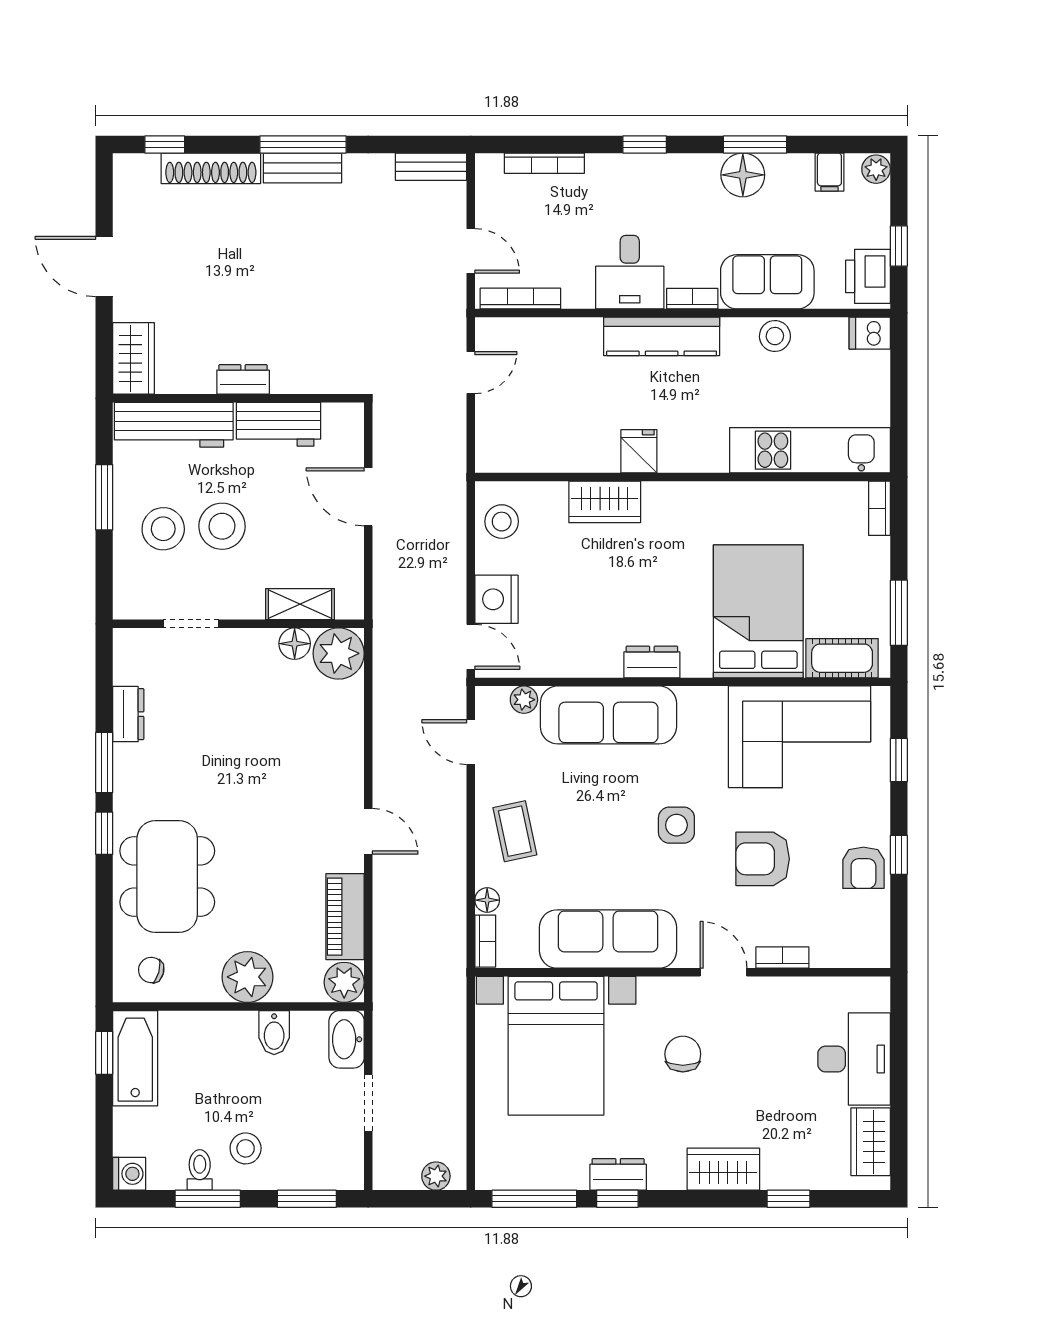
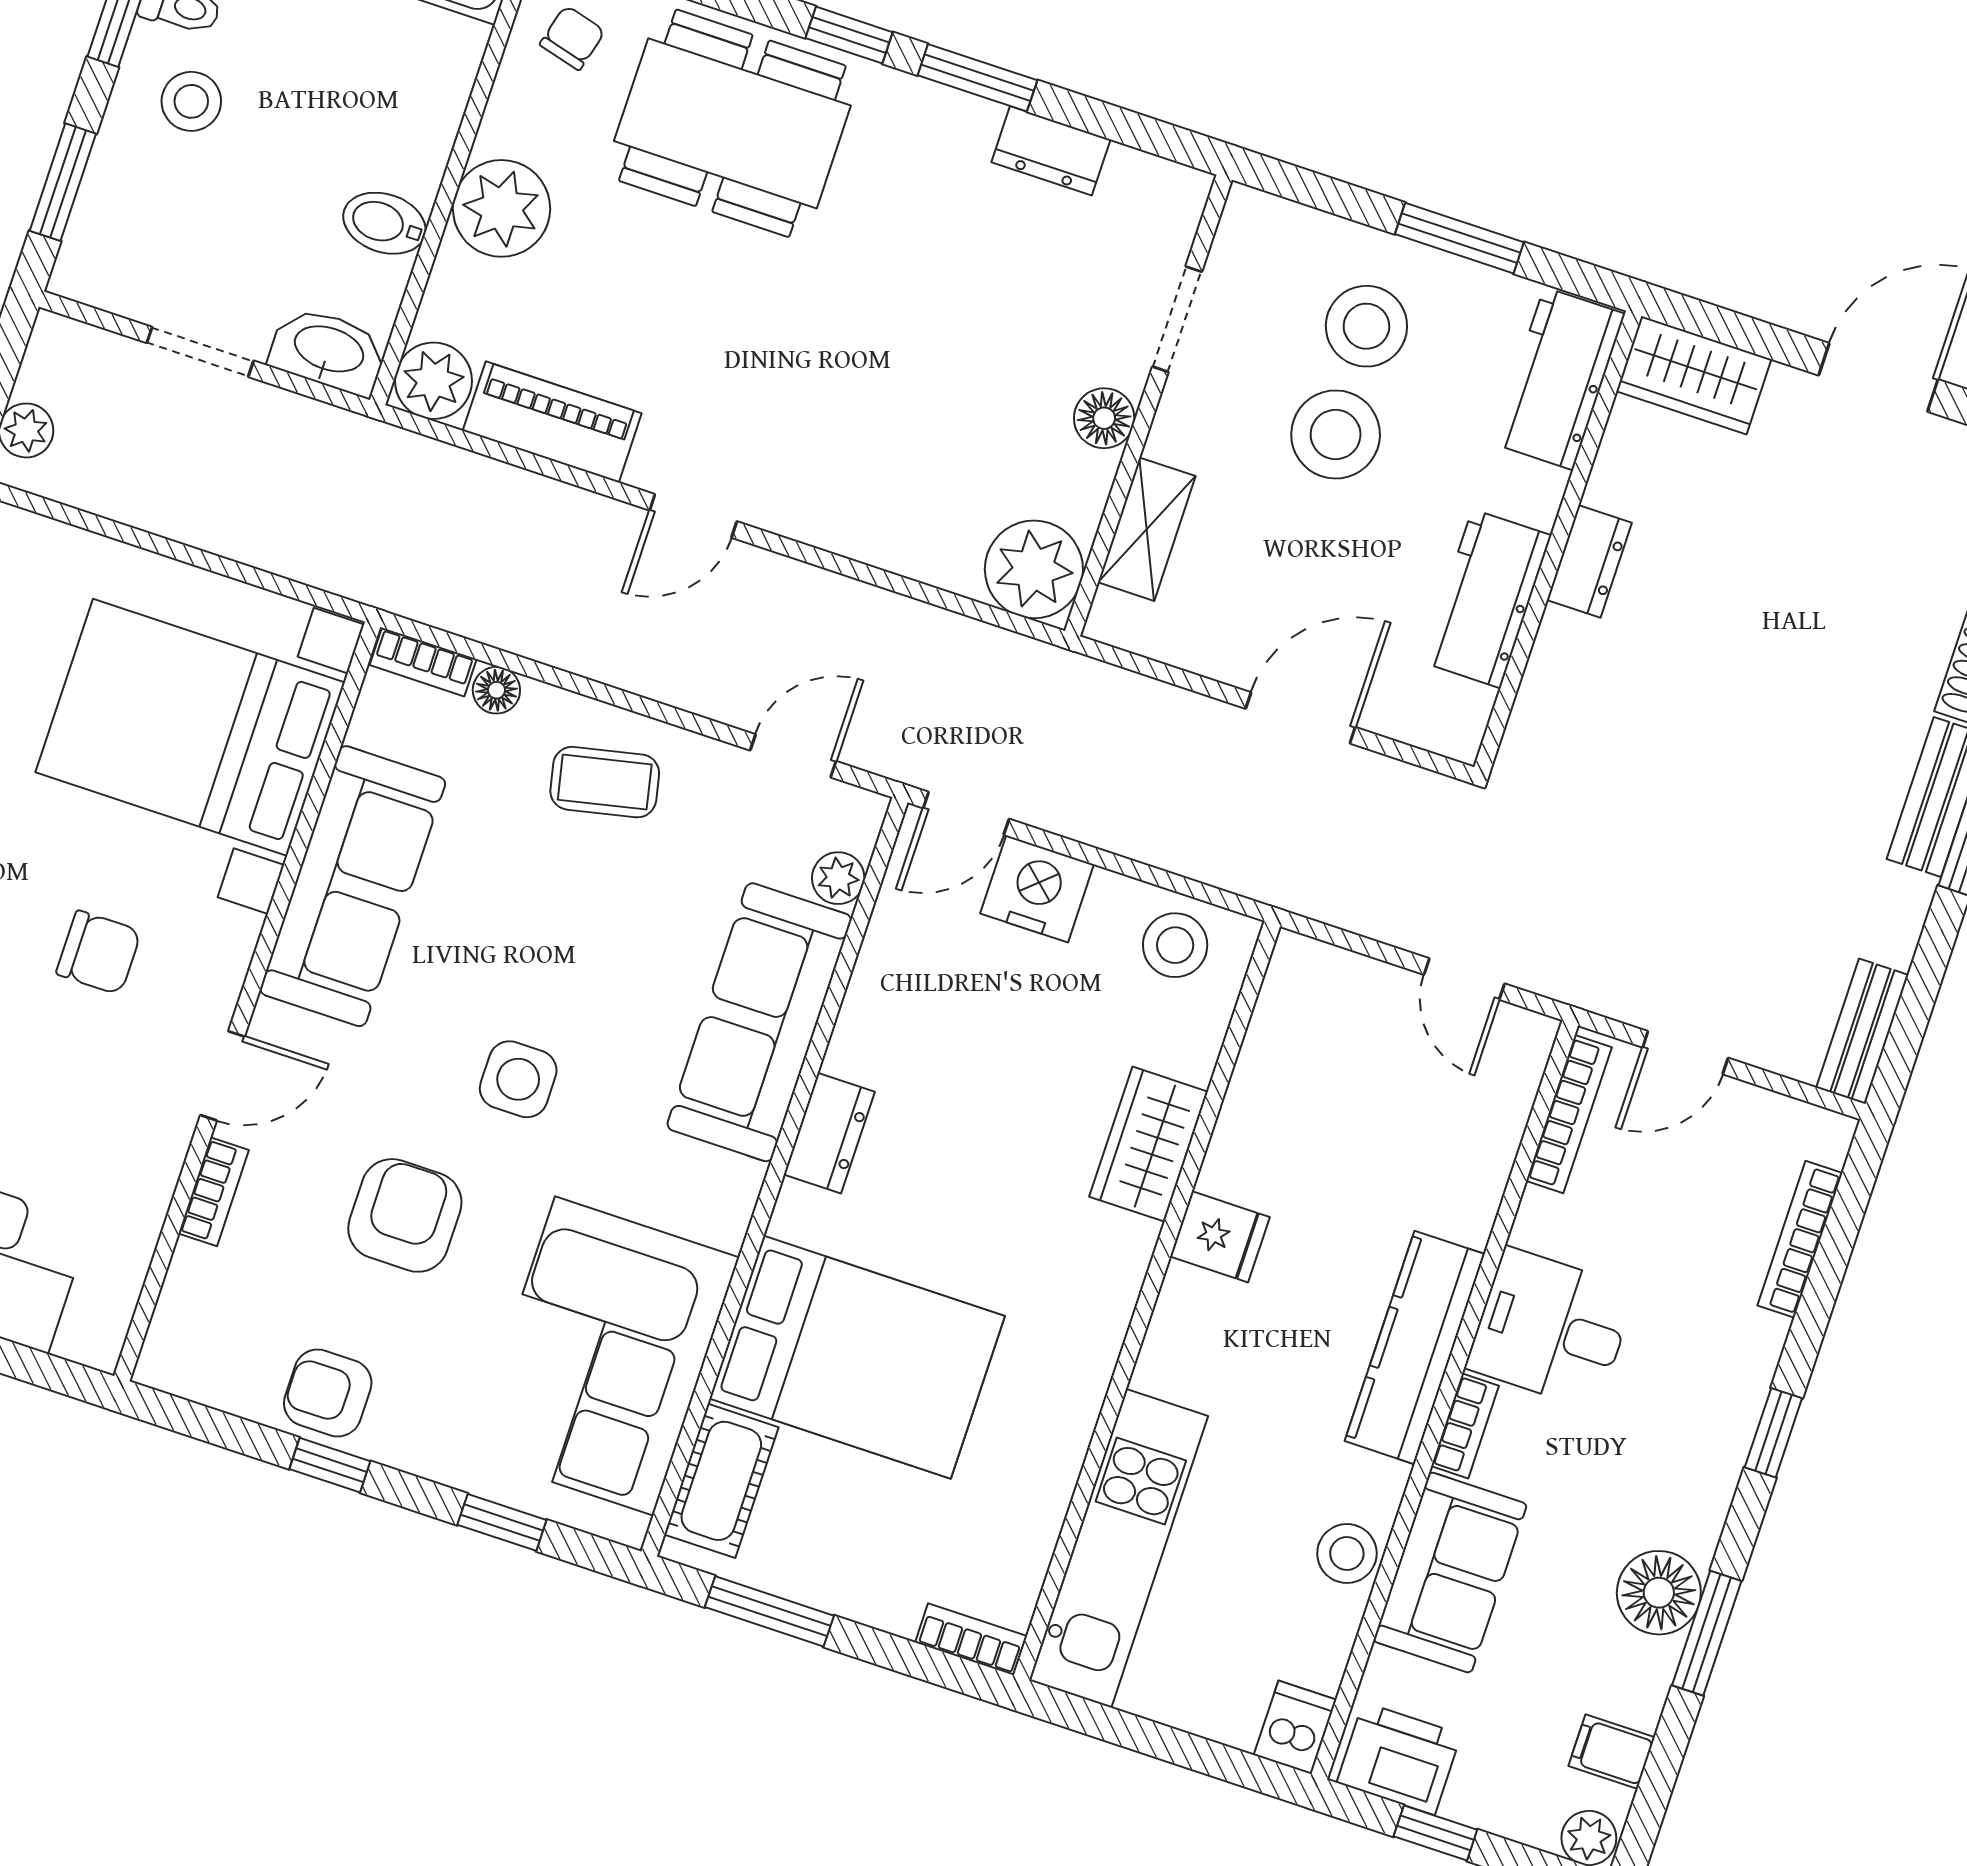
workbench: (174, 425) -> (1559, 379), width x0.73
floor lamp: (295, 644) -> (1104, 418), moved

